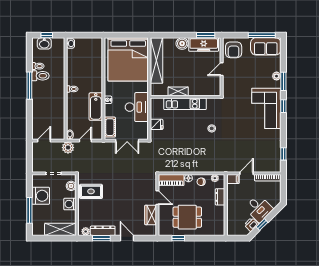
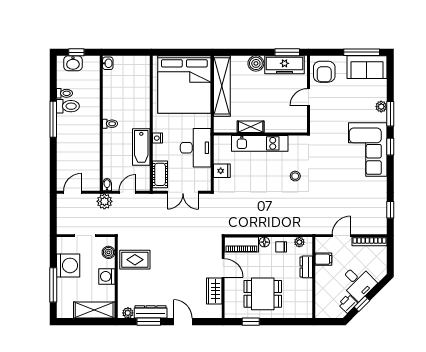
filing cabinet: (233, 179) -> (323, 259), moved

